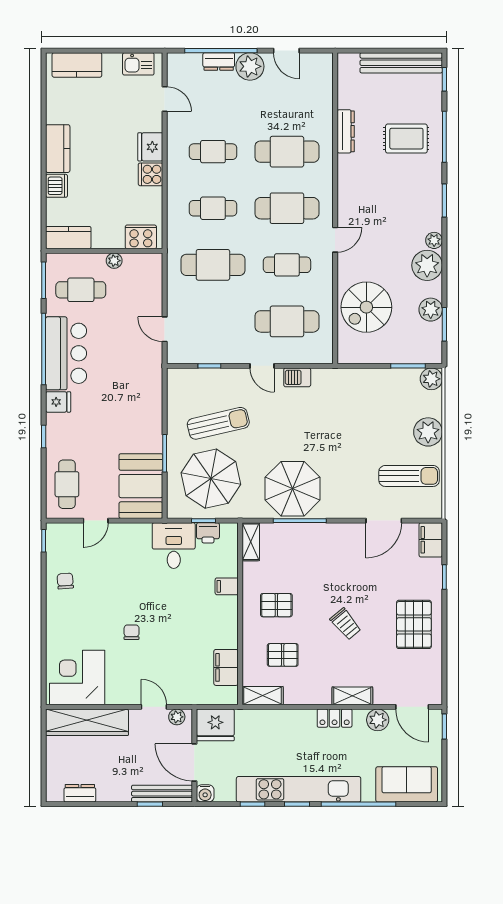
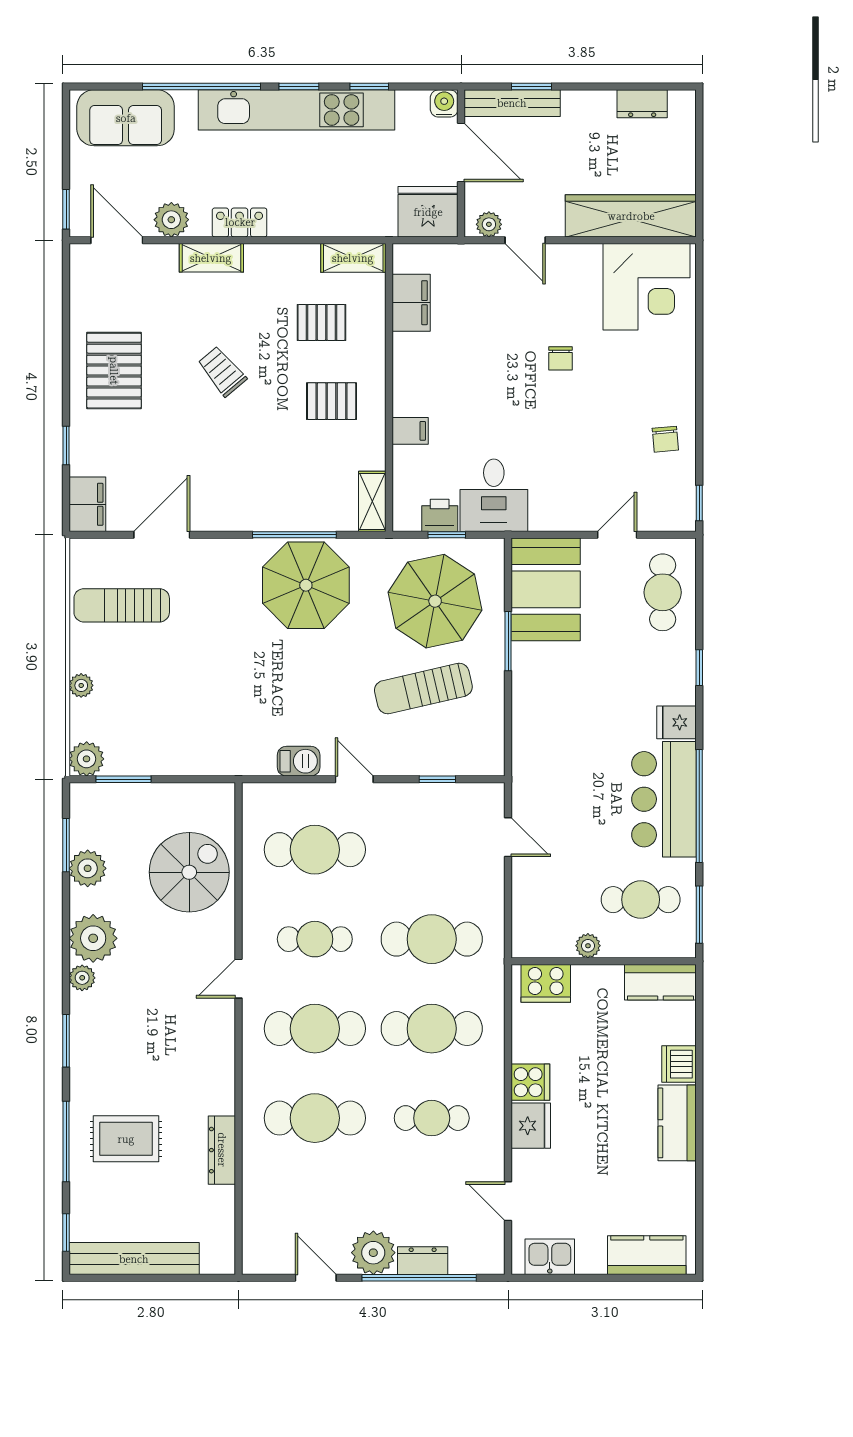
cafe table: (213, 208) -> (432, 1029), width x1.37, depth x1.35
plant: (428, 432) -> (81, 685), width x0.53, depth x0.53

